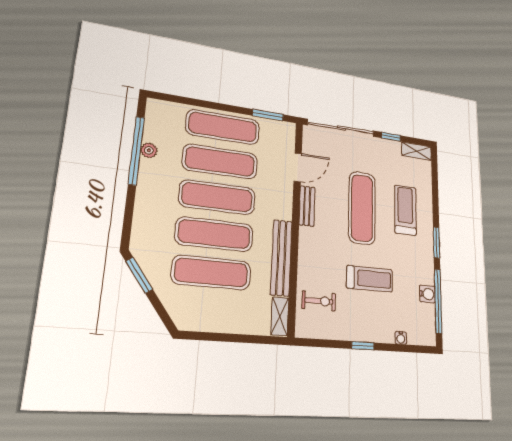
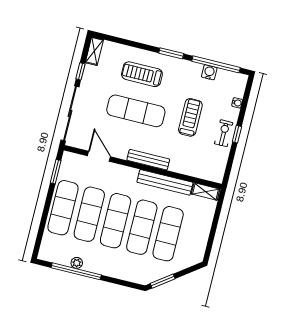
bench: (307, 206) -> (148, 160), moved, width x1.36
exercise bike: (319, 301) -> (224, 133), moved

